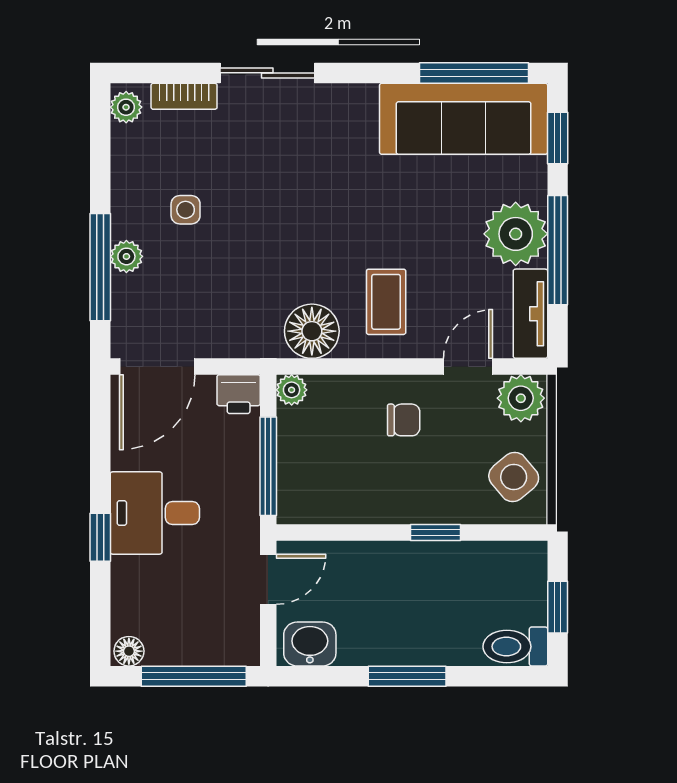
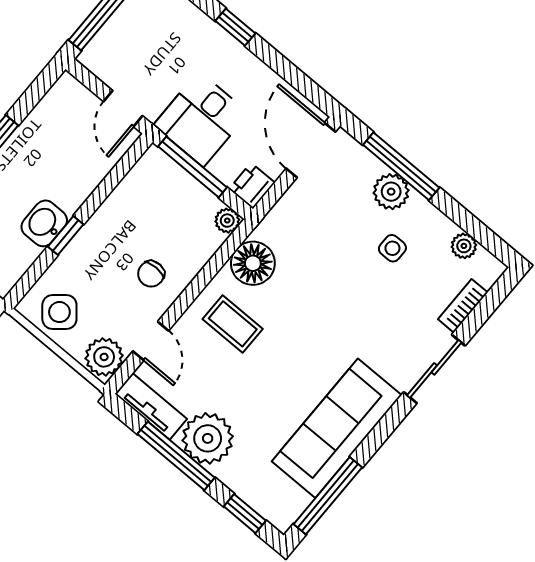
plant: (126, 107) -> (464, 246), moved
sofa: (464, 119) -> (337, 428), moved
plant: (126, 256) -> (391, 192), width x1.38, depth x1.38
desk: (155, 513) -> (201, 119), moved, turned 180
washbasin: (310, 644) -> (44, 223), moved, turned 180

